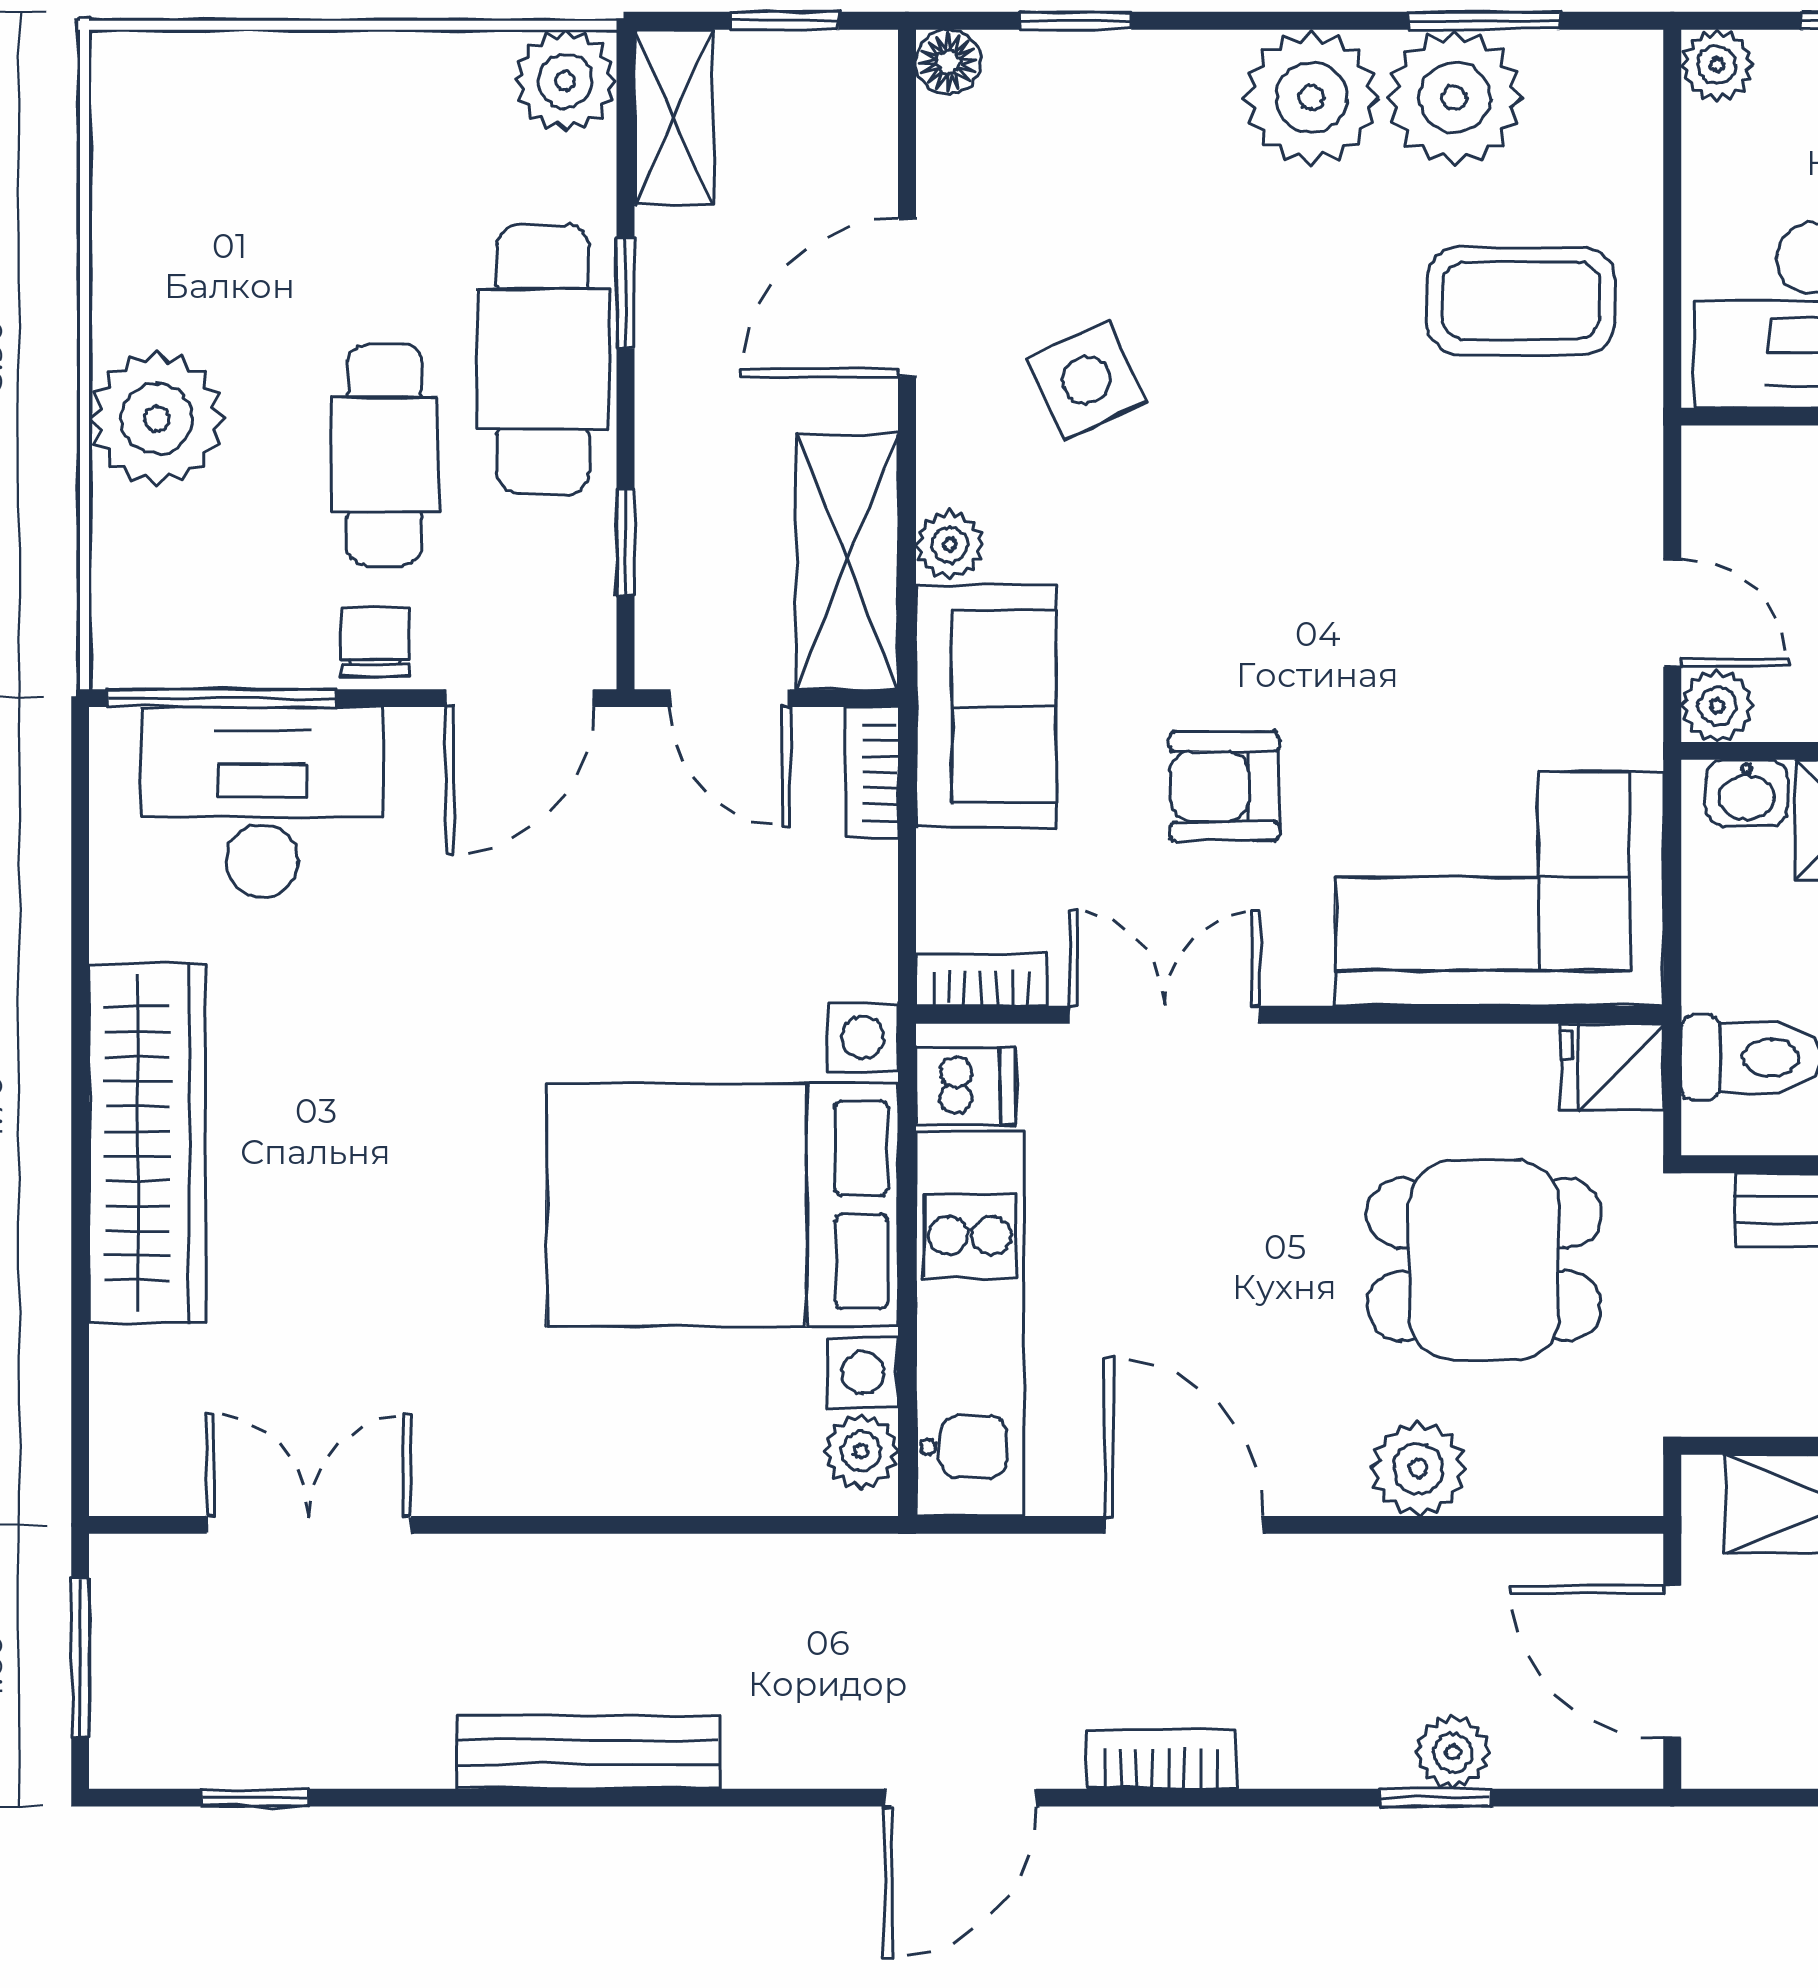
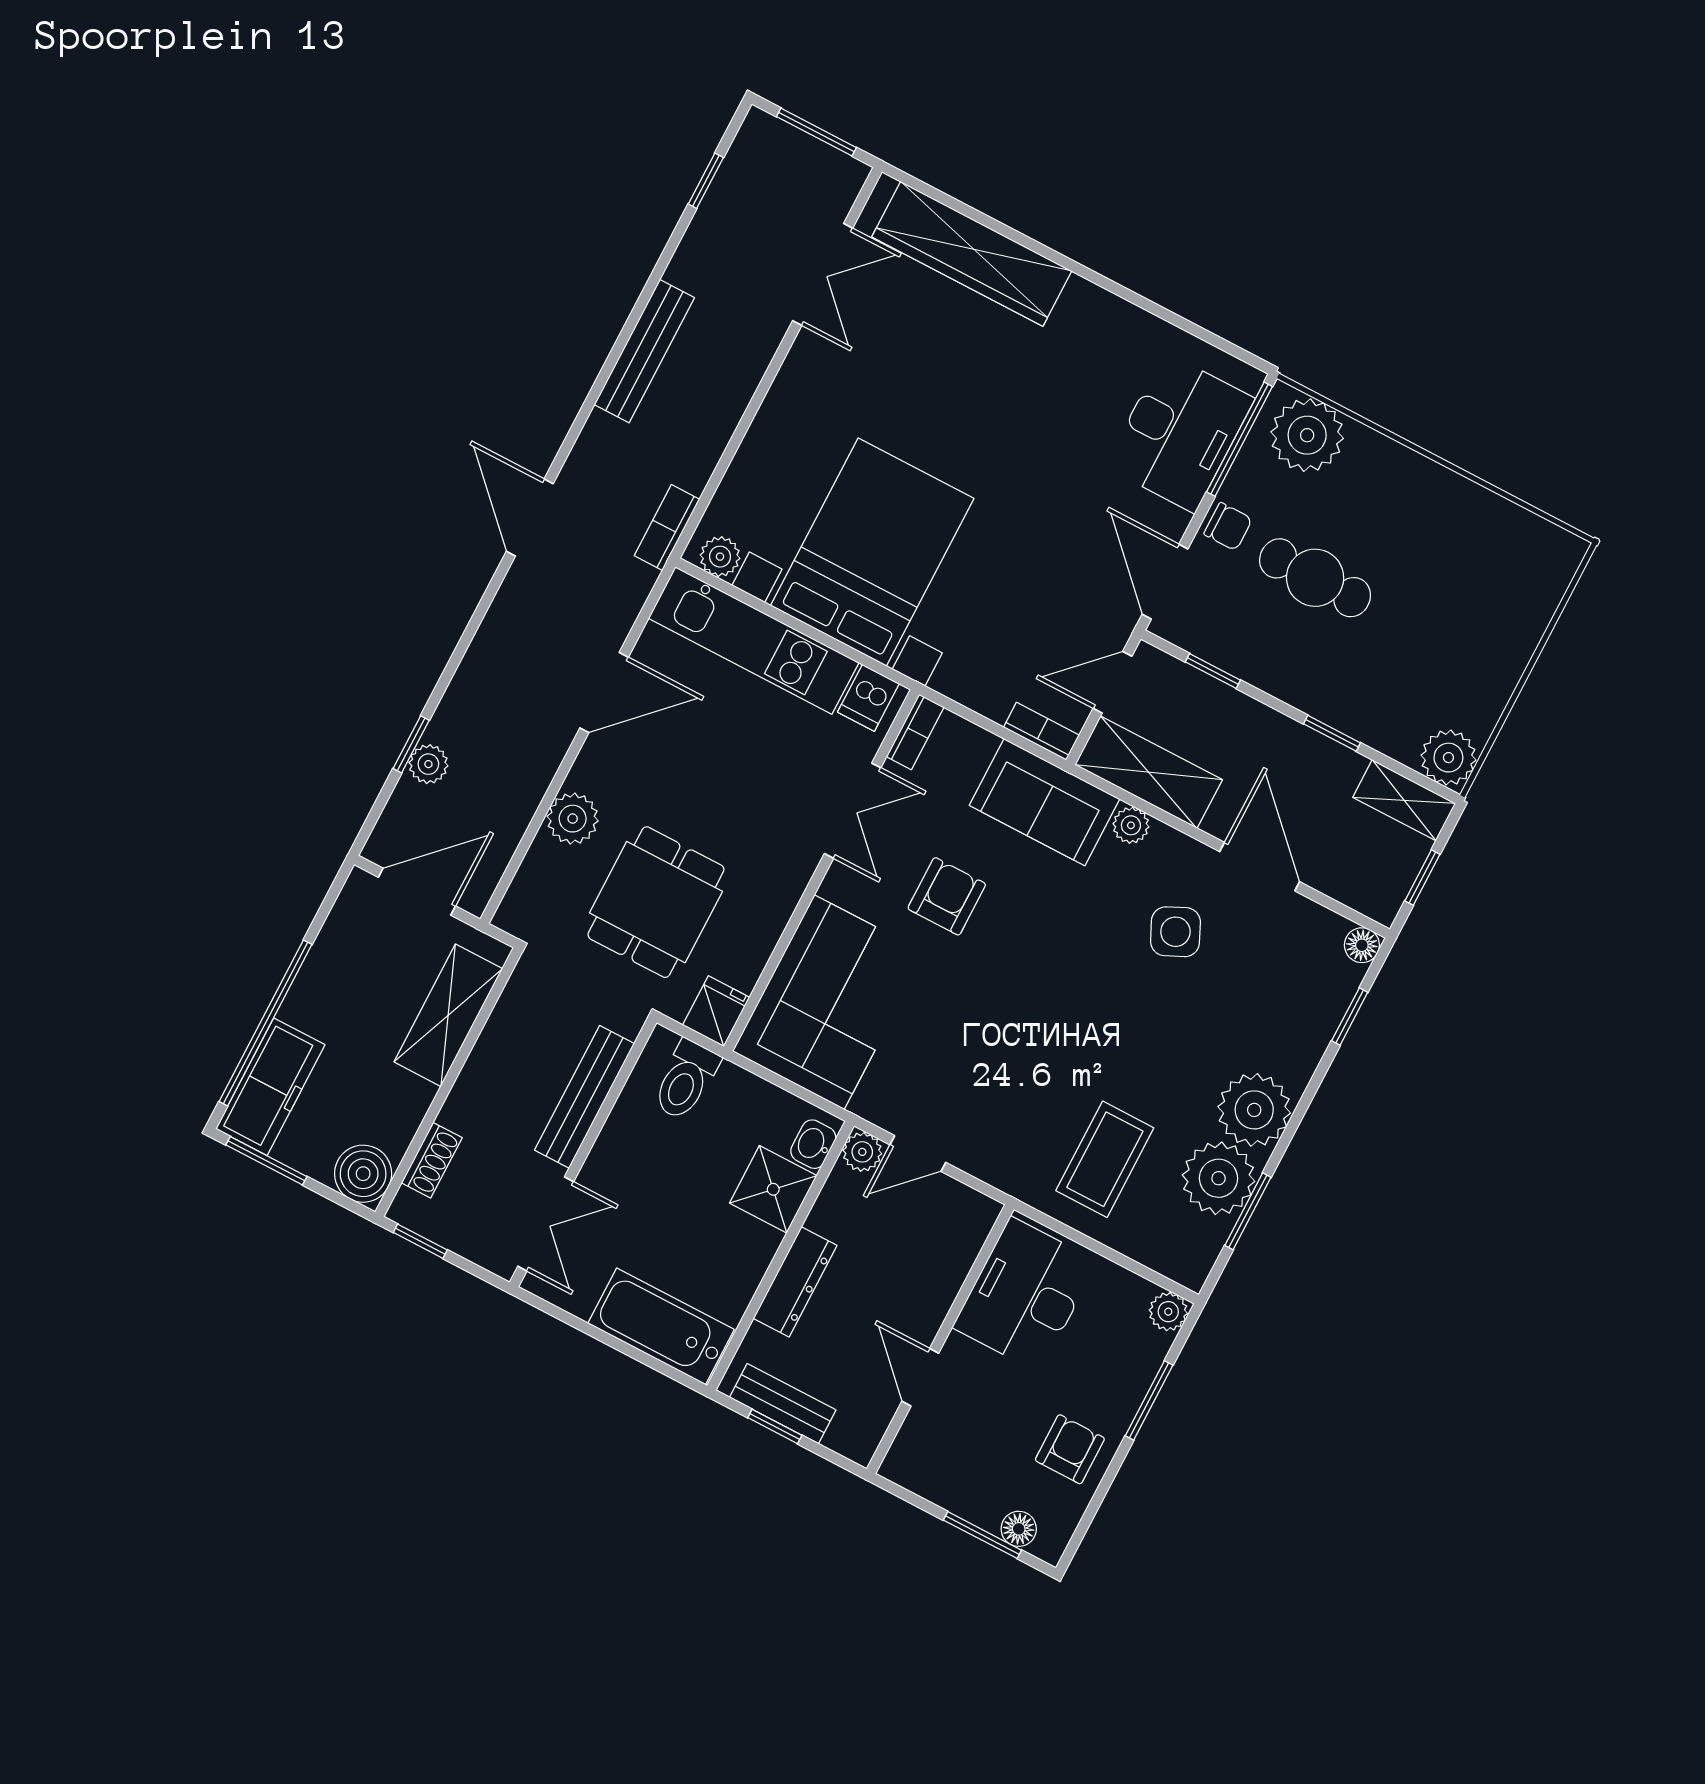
cafe table: (543, 359) -> (1321, 677), removed
plant: (157, 419) -> (1307, 435), moved
wardrobe: (147, 1144) -> (972, 254), moved
bookcase: (1161, 1759) -> (667, 527), moved, turned 180

